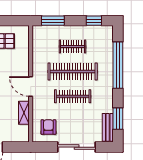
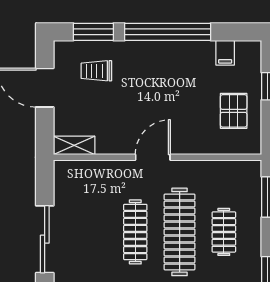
shelving: (24, 113) -> (74, 145), moved
armchair: (48, 127) -> (80, 189), removed

